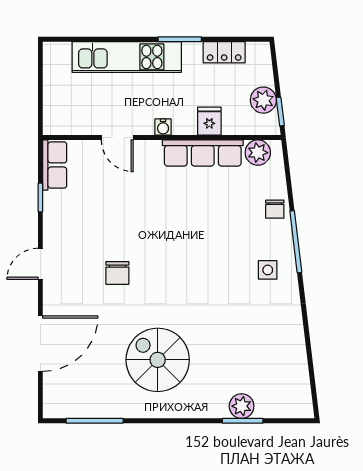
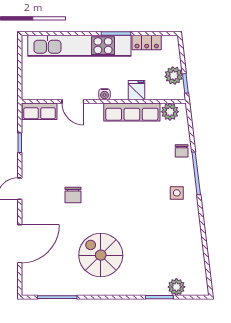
kitchen unit: (127, 57) -> (79, 46), width x1.36
row of seats: (55, 165) -> (40, 111), moved, turned 90
plant: (242, 406) -> (176, 287), moved

